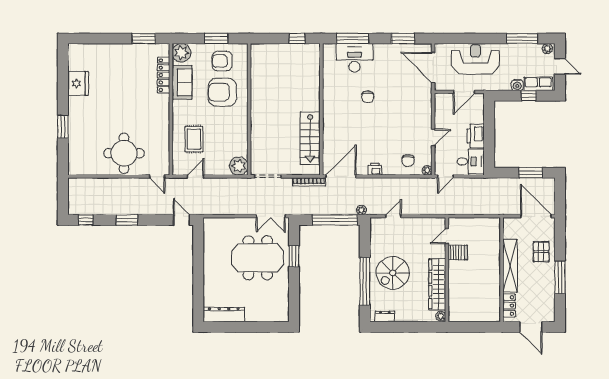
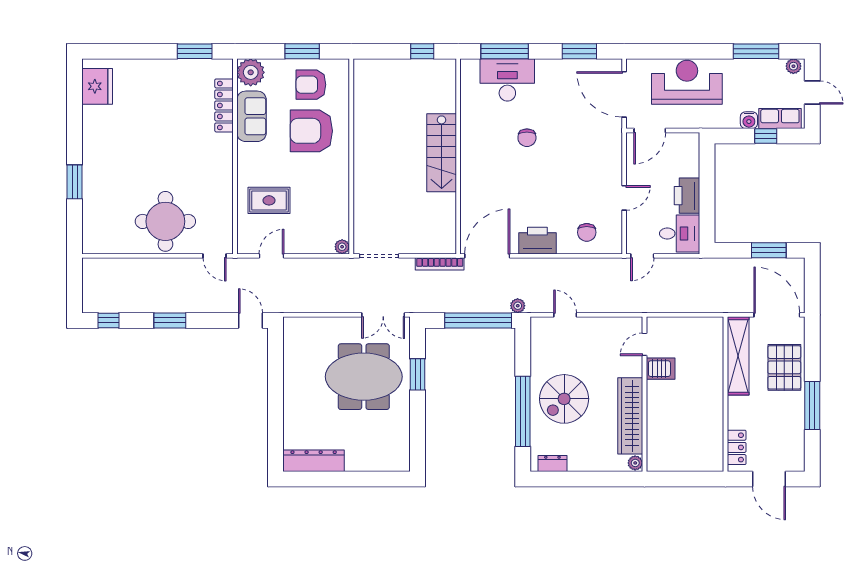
fridge: (78, 83) -> (97, 86), moved
door: (464, 92) -> (650, 130), moved
stairs: (310, 138) -> (442, 153), moved
rug: (194, 139) -> (269, 200), turned 90
plant: (239, 166) -> (342, 247), width x0.53, depth x0.53
printer: (375, 169) -> (537, 241), width x1.87, depth x1.48
plant: (427, 170) -> (615, 247), removed
door: (393, 216) -> (565, 315), hinge flipped
pallet: (541, 252) -> (784, 367), width x1.50, depth x1.42
shelving: (510, 266) -> (738, 356), moved

